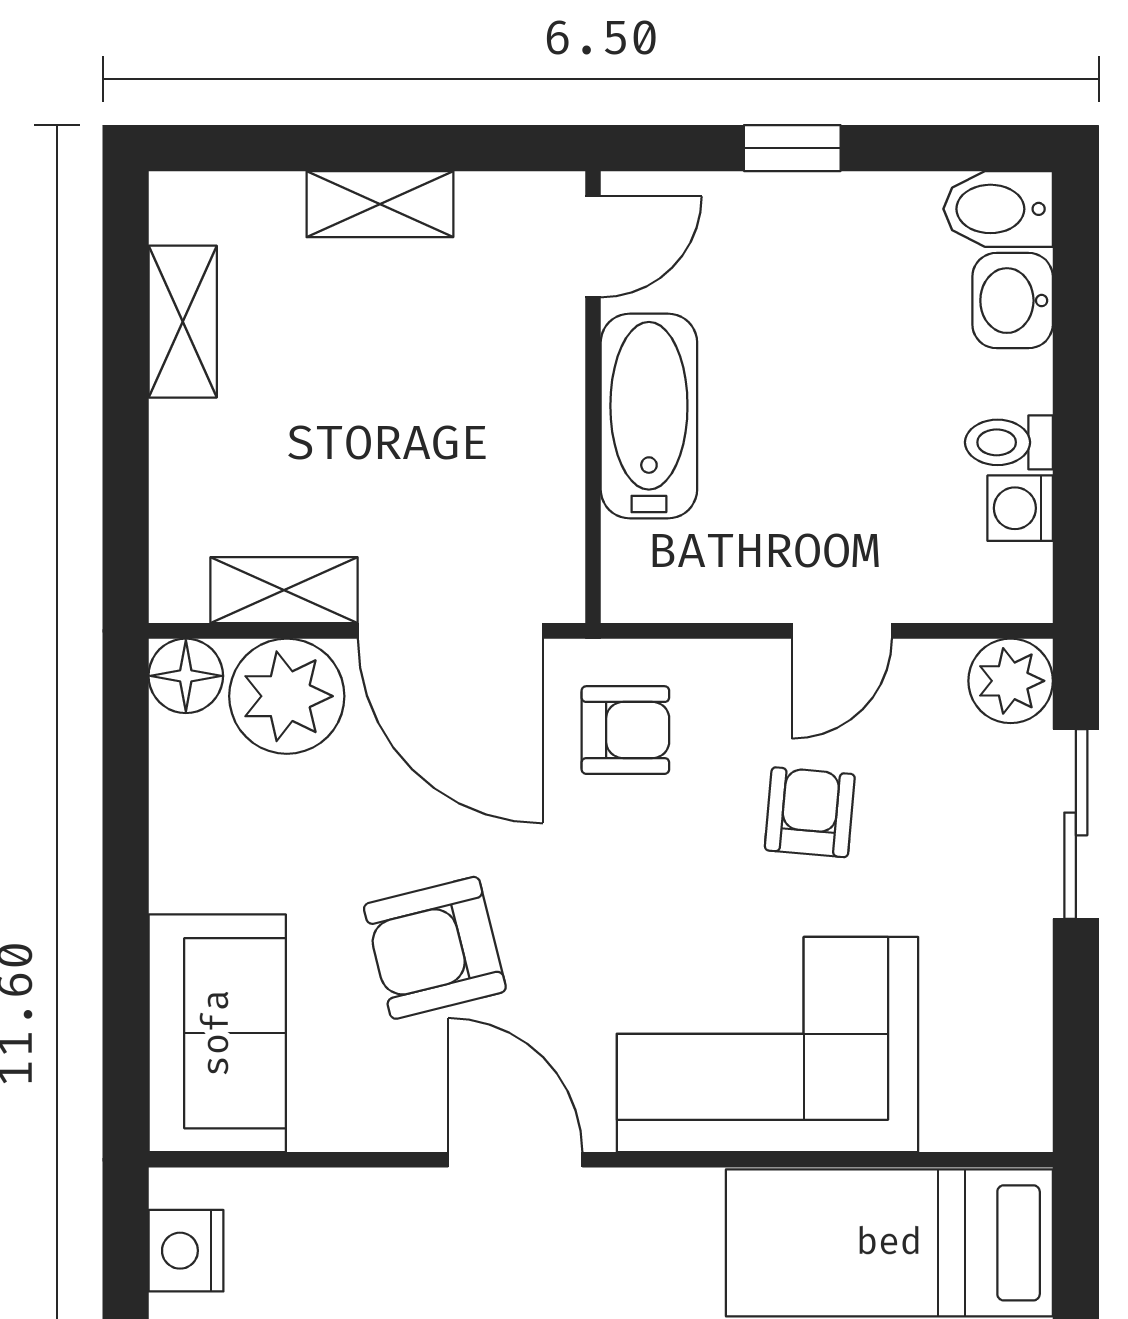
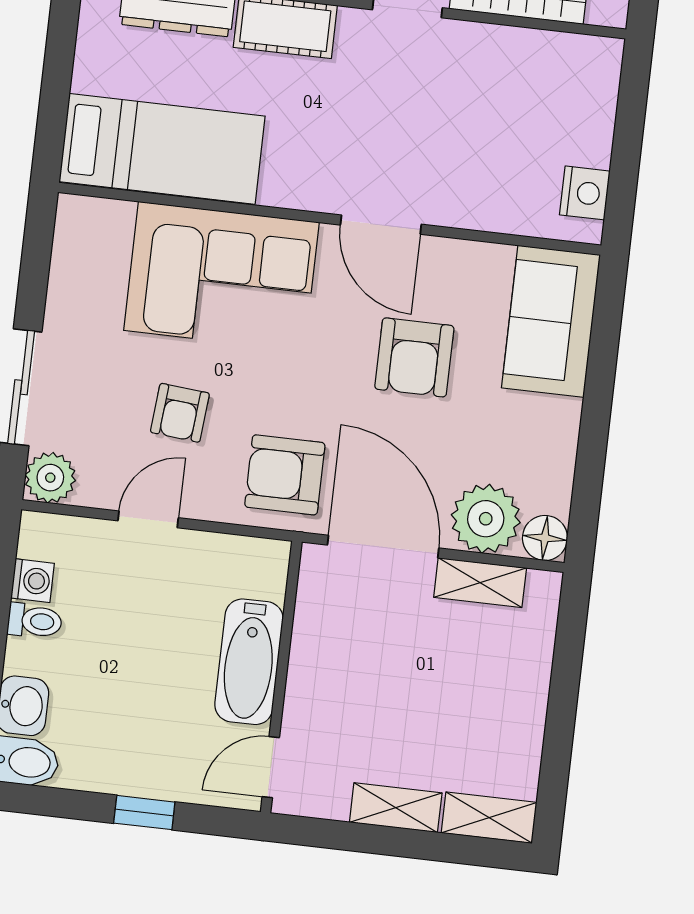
shelving: (183, 322) -> (489, 818), moved, turned 90
armchair: (625, 730) -> (285, 475), width x1.38, depth x1.38
armchair: (435, 948) -> (414, 357), turned 104

